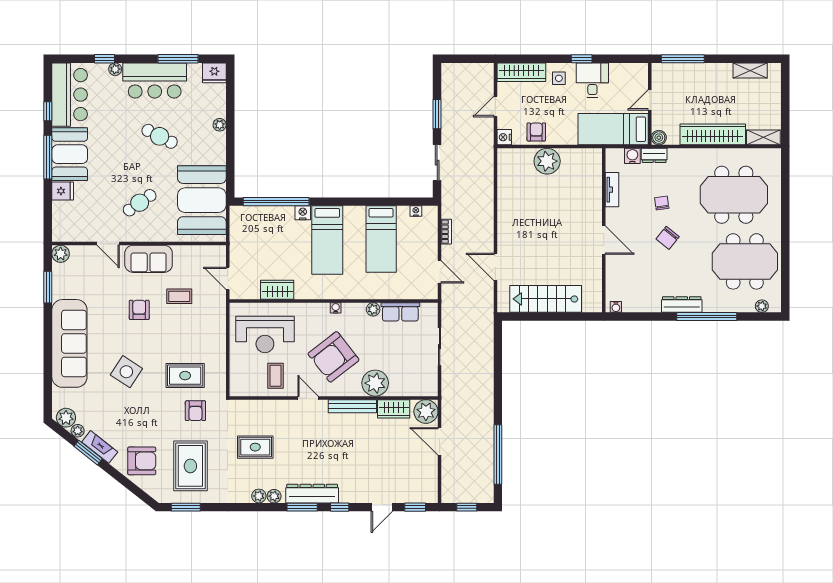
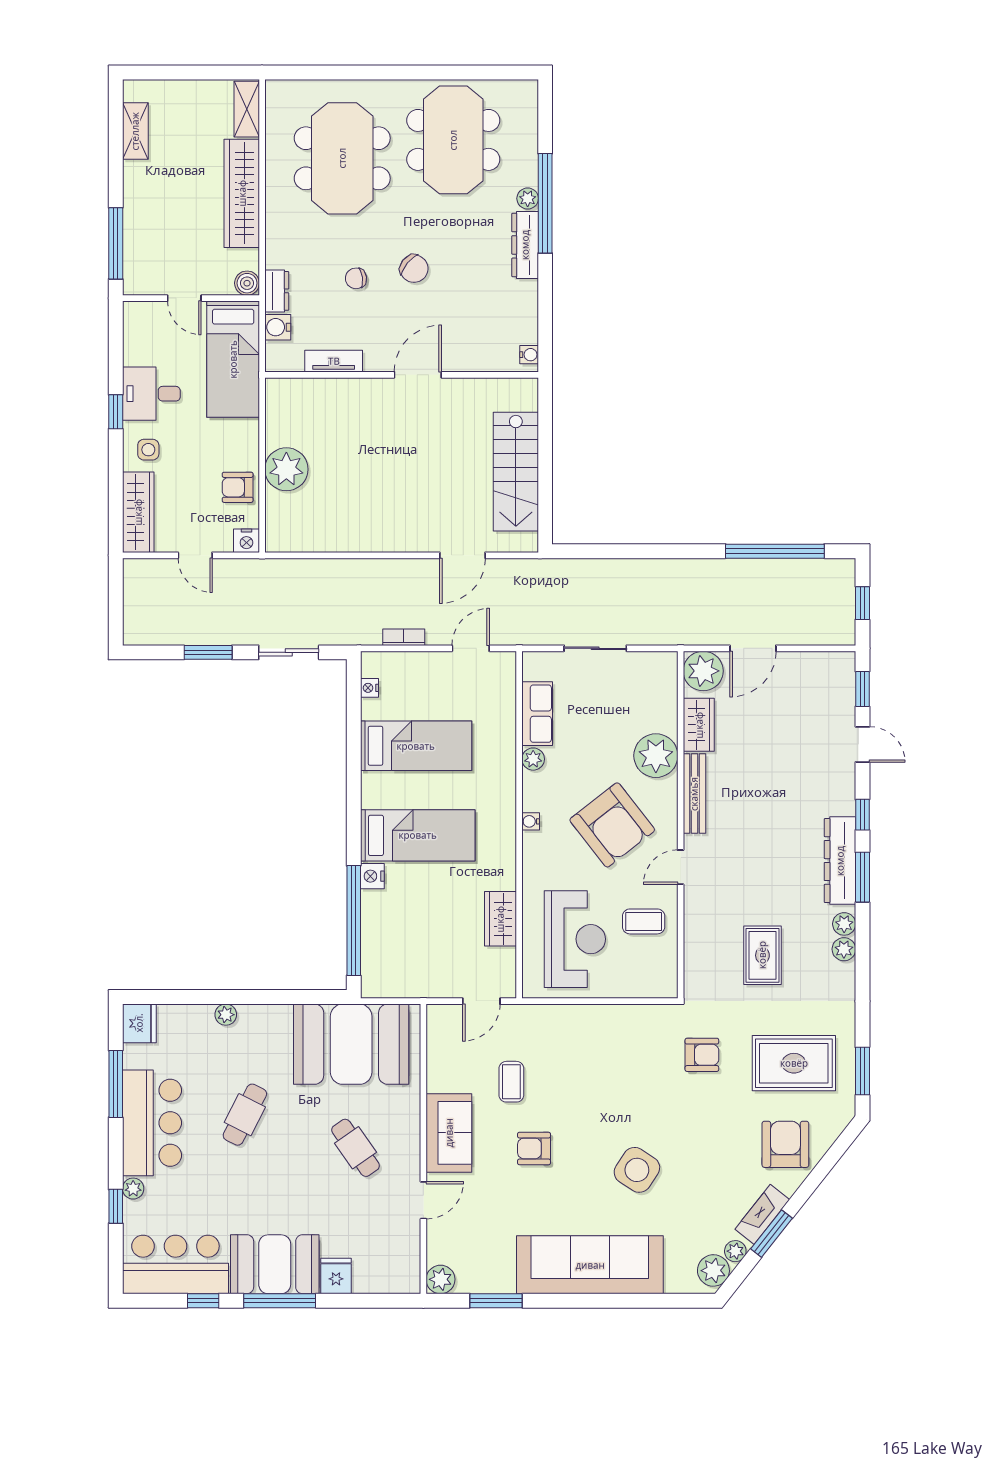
plant: (762, 306) -> (528, 198), moved
rug: (185, 376) -> (643, 1072), removed

